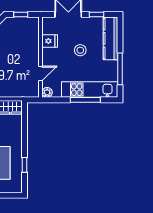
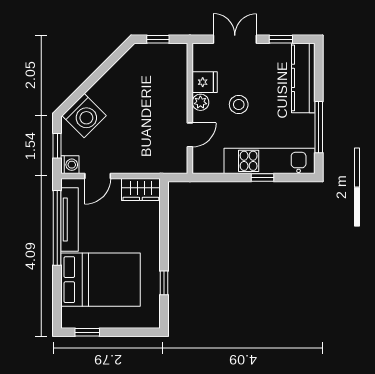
stool: (80, 50) -> (239, 104), moved
plant: (47, 92) -> (200, 102), moved
window: (85, 100) -> (262, 178), width x0.46

